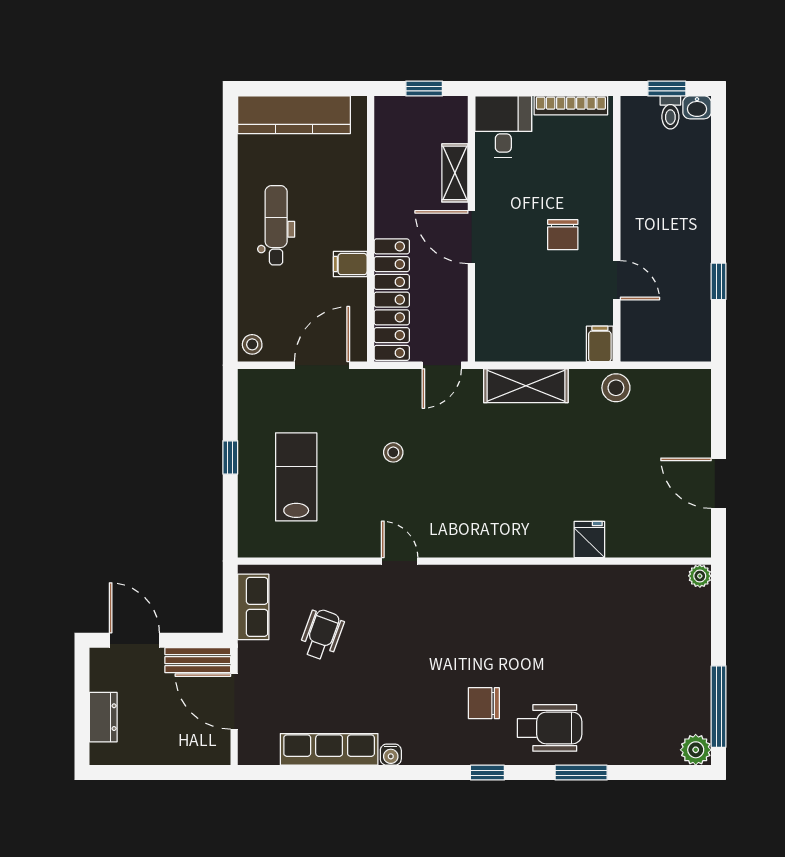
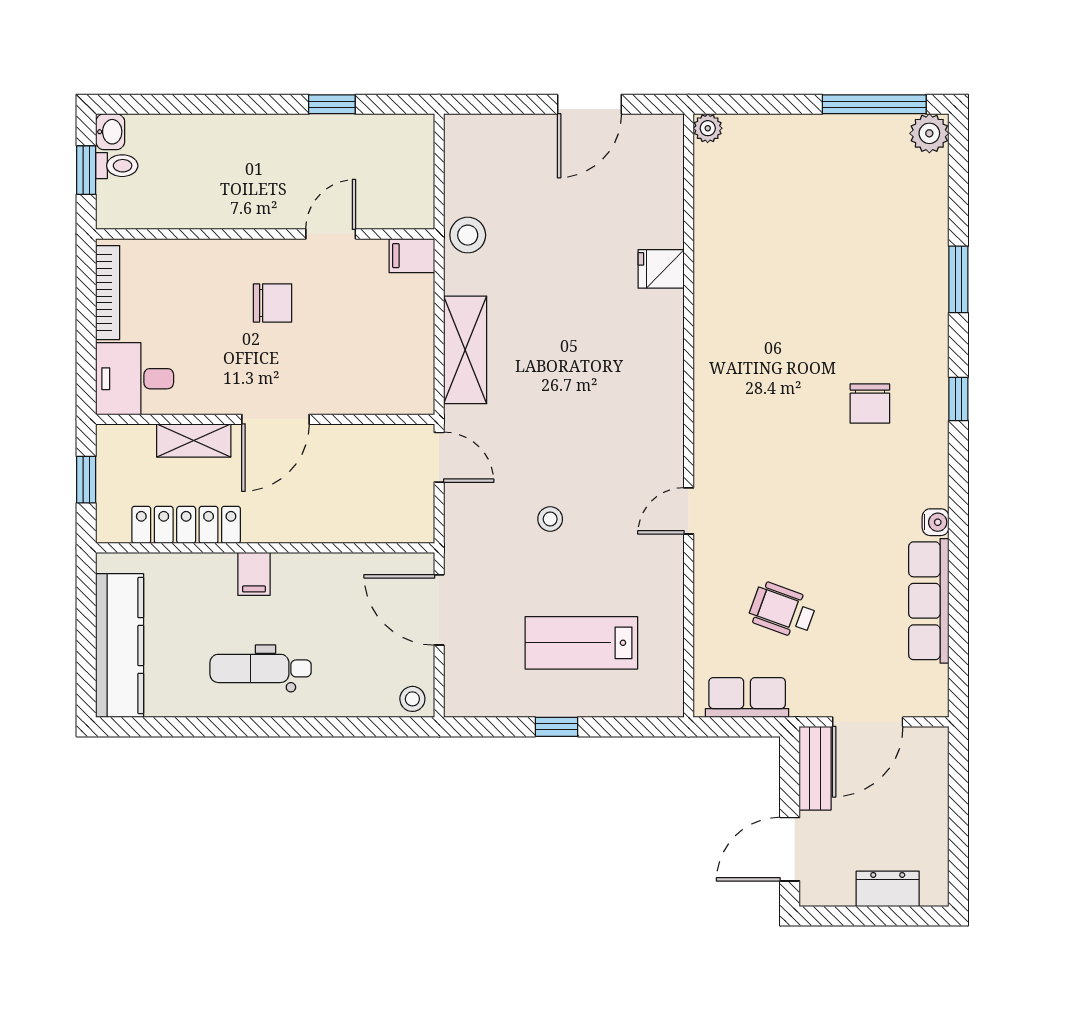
filing cabinet: (350, 264) -> (254, 574), moved
locker: (392, 300) -> (186, 525), moved, width x0.71, depth x0.83
wheelchair: (550, 728) -> (902, 320), removed

